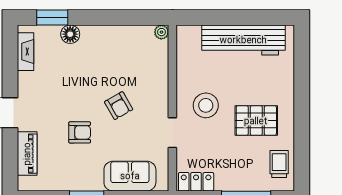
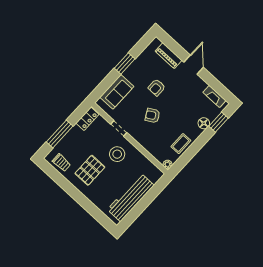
coffee table: (121, 39) -> (181, 144), added

